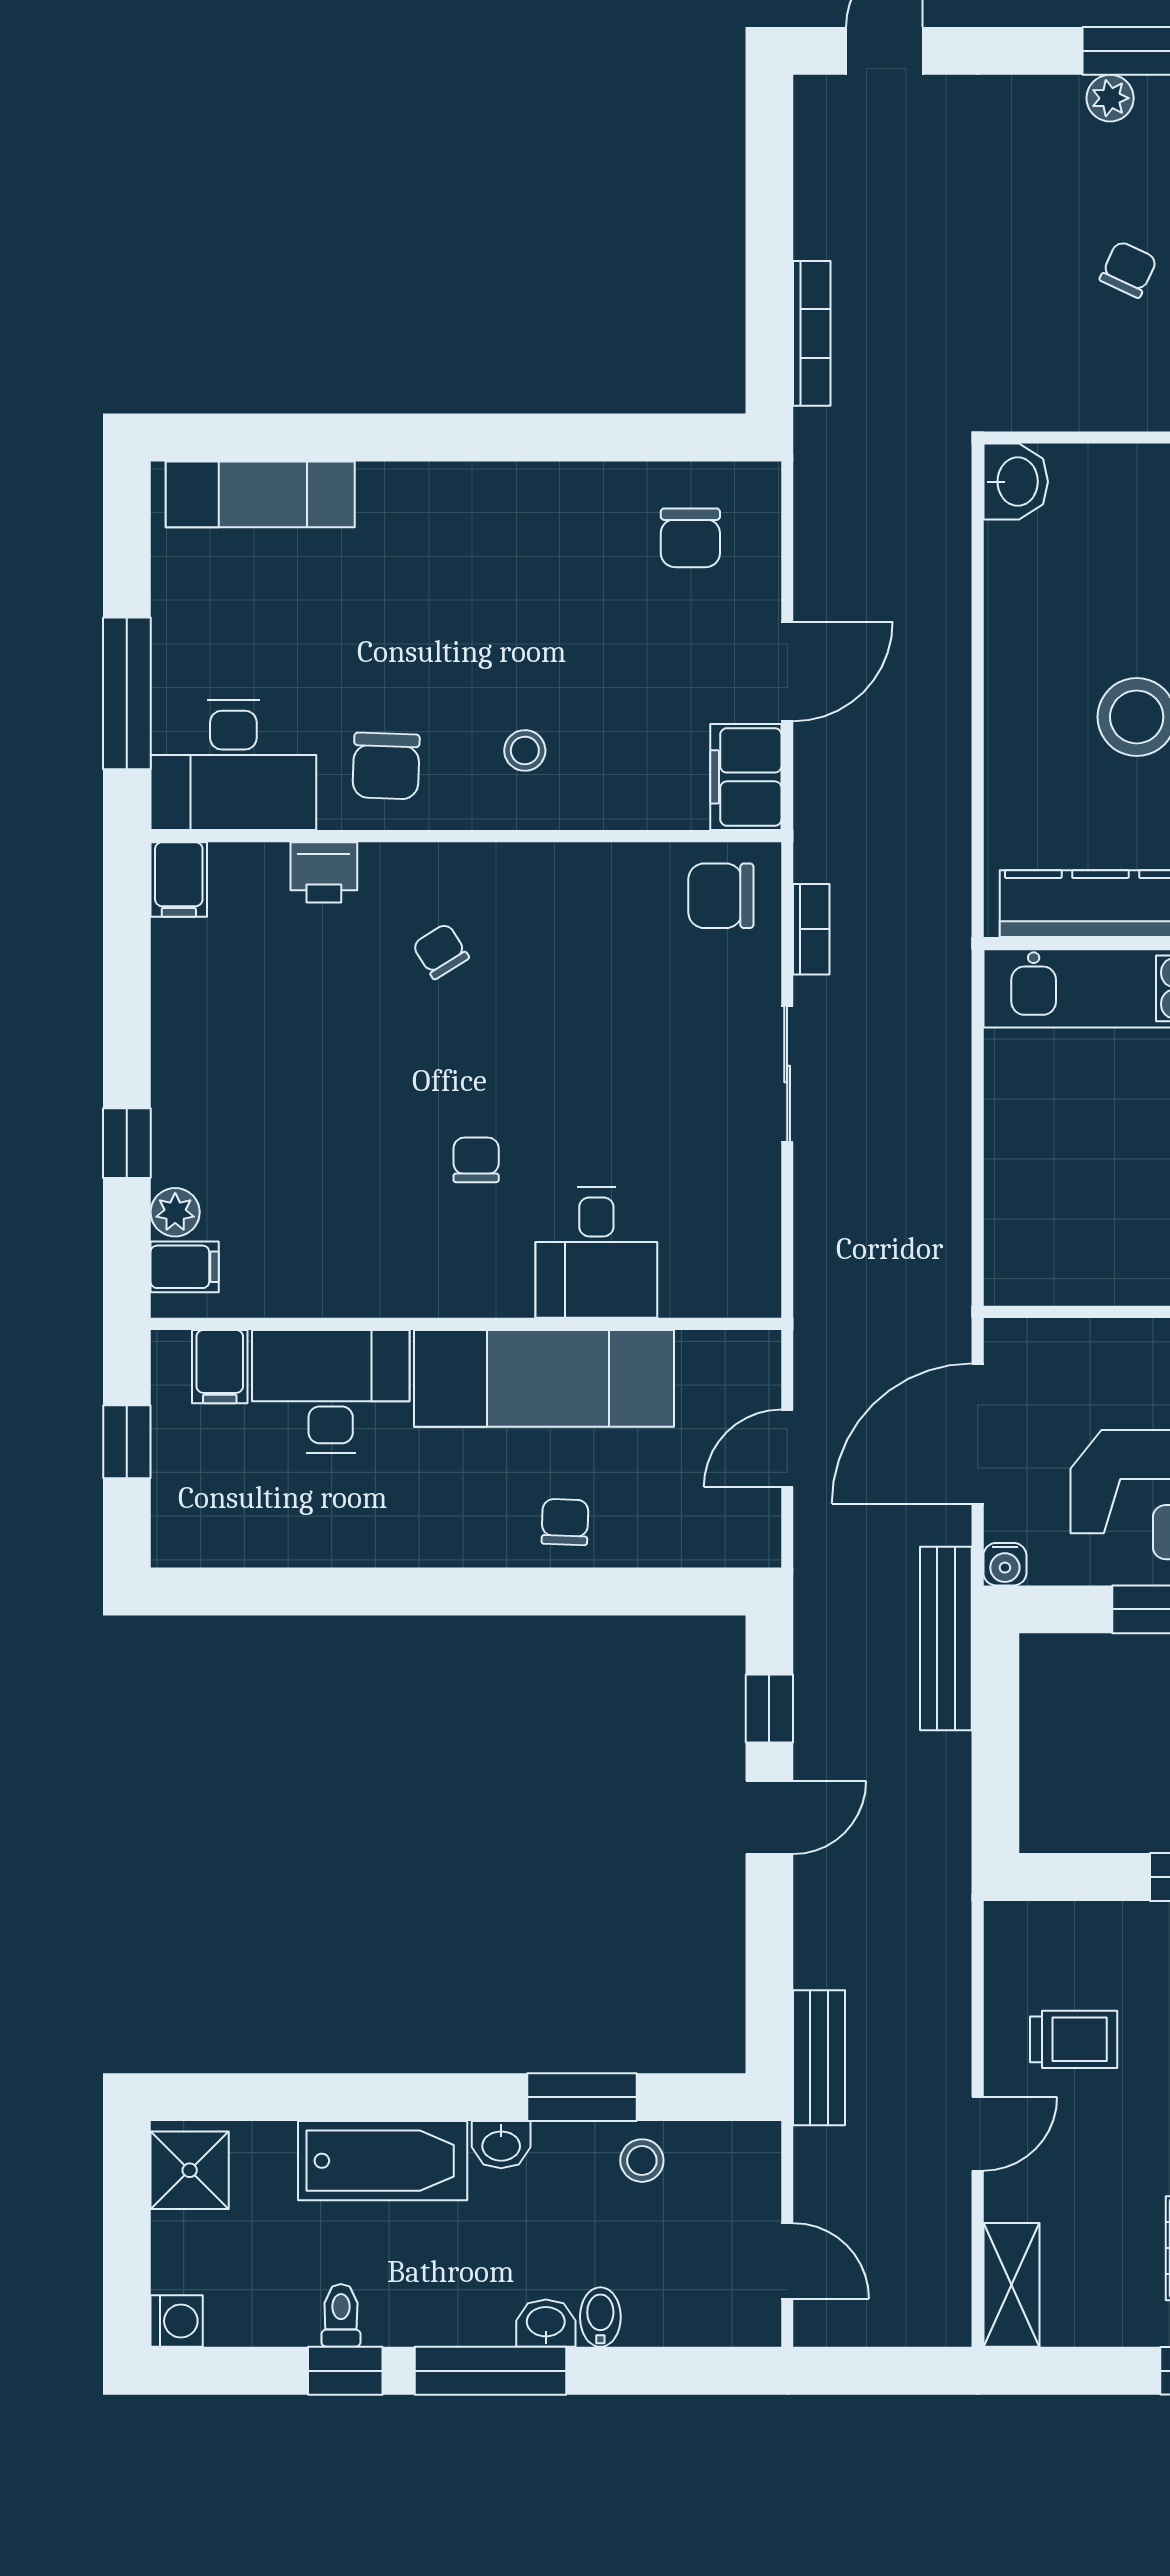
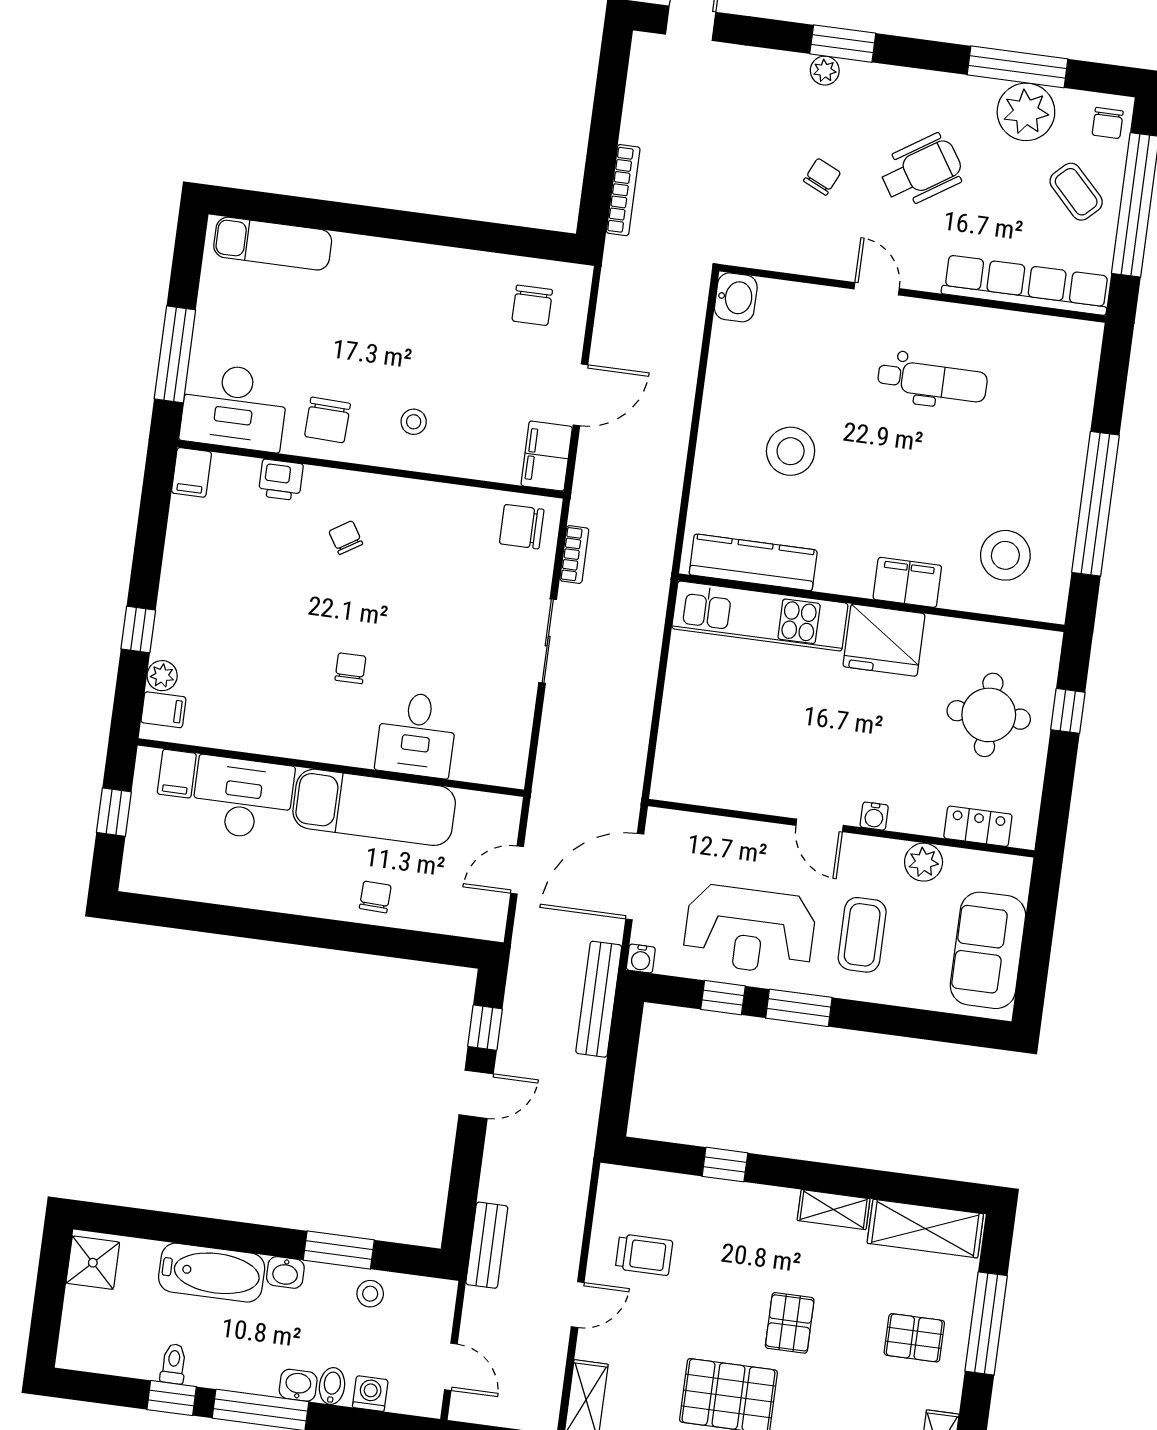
washing machine: (177, 2321) -> (370, 1394), moved, turned -90

